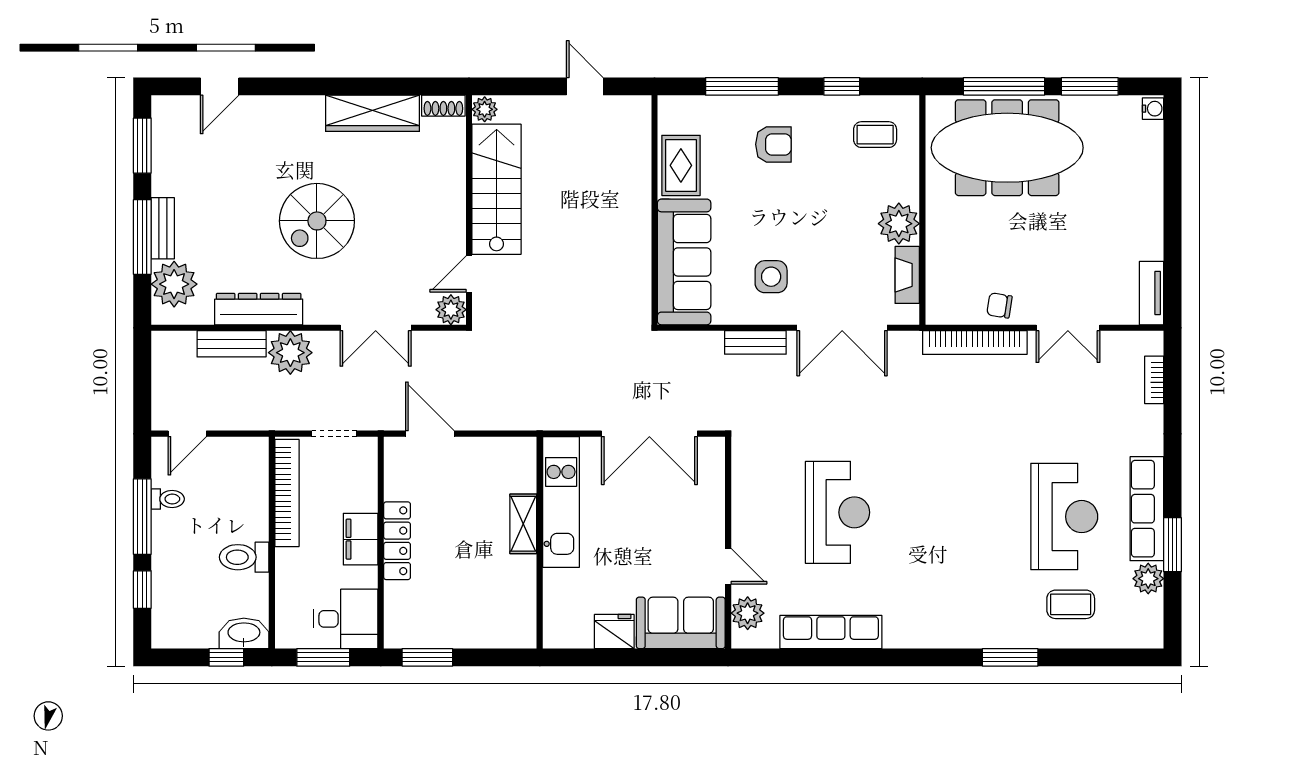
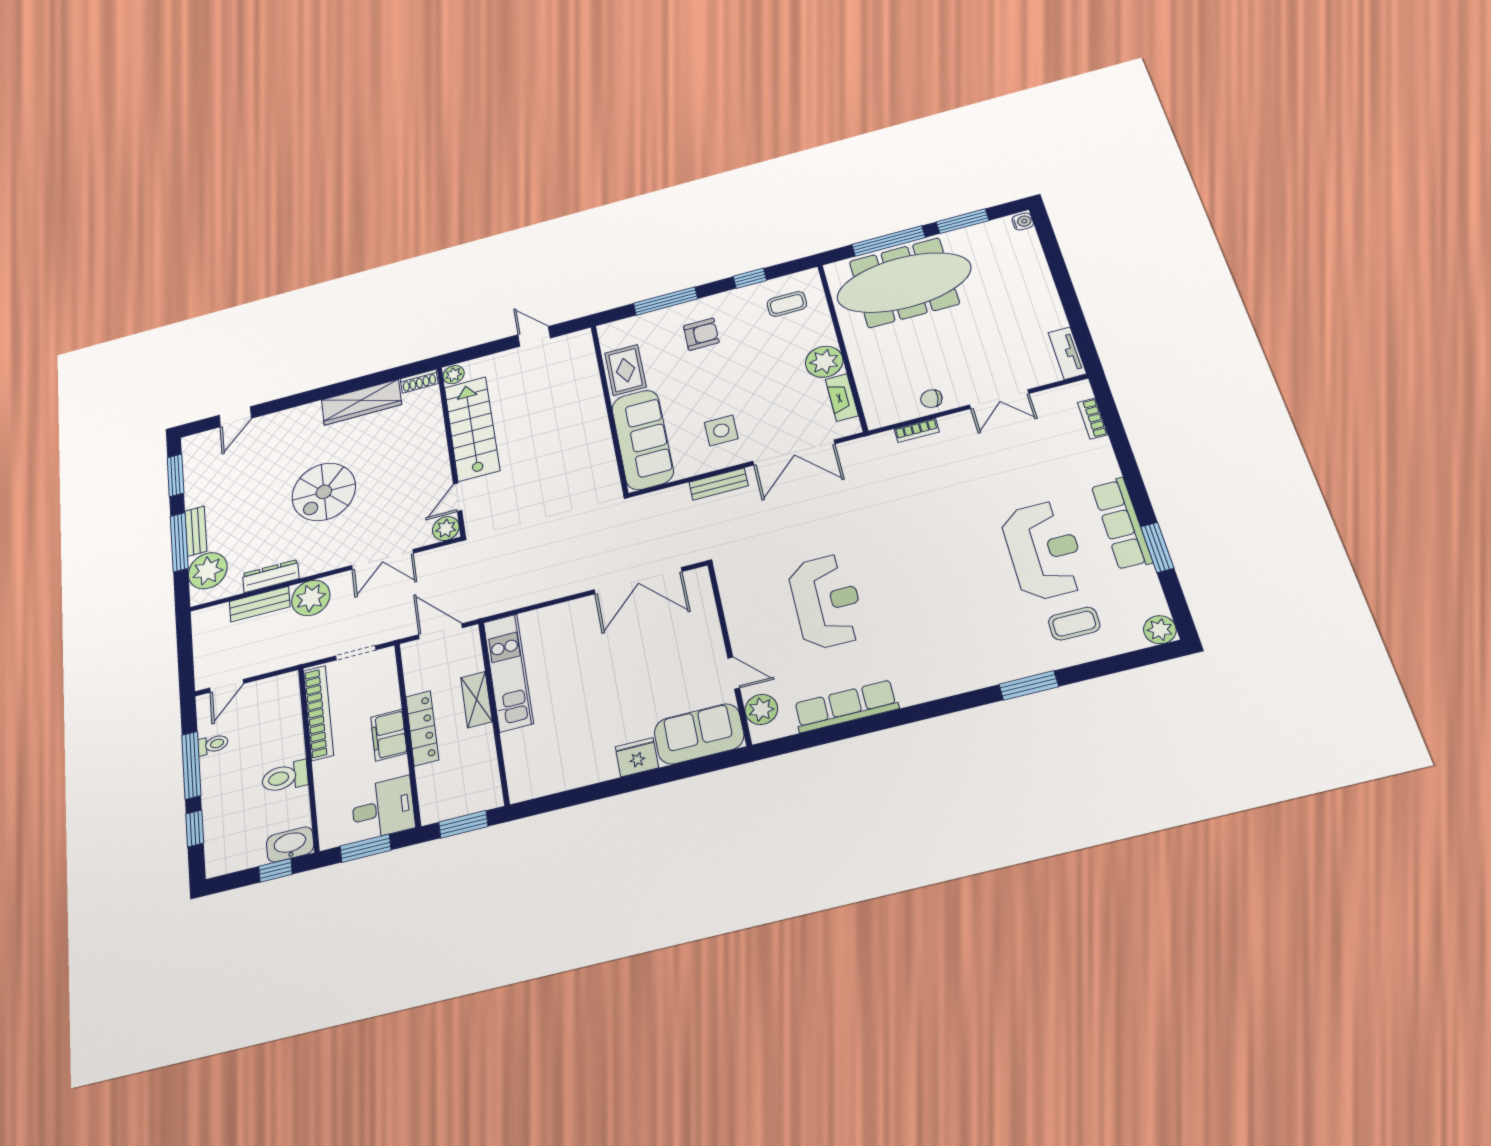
dresser: (259, 309) -> (271, 576), width x0.73, depth x0.80
bookcase: (975, 343) -> (917, 430), width x0.43, depth x0.76
kitchen unit: (561, 502) -> (508, 672), moved
shelving: (523, 524) -> (476, 700), moved
wall: (540, 543) -> (494, 712), moved
plant: (1148, 579) -> (1160, 630), moved

